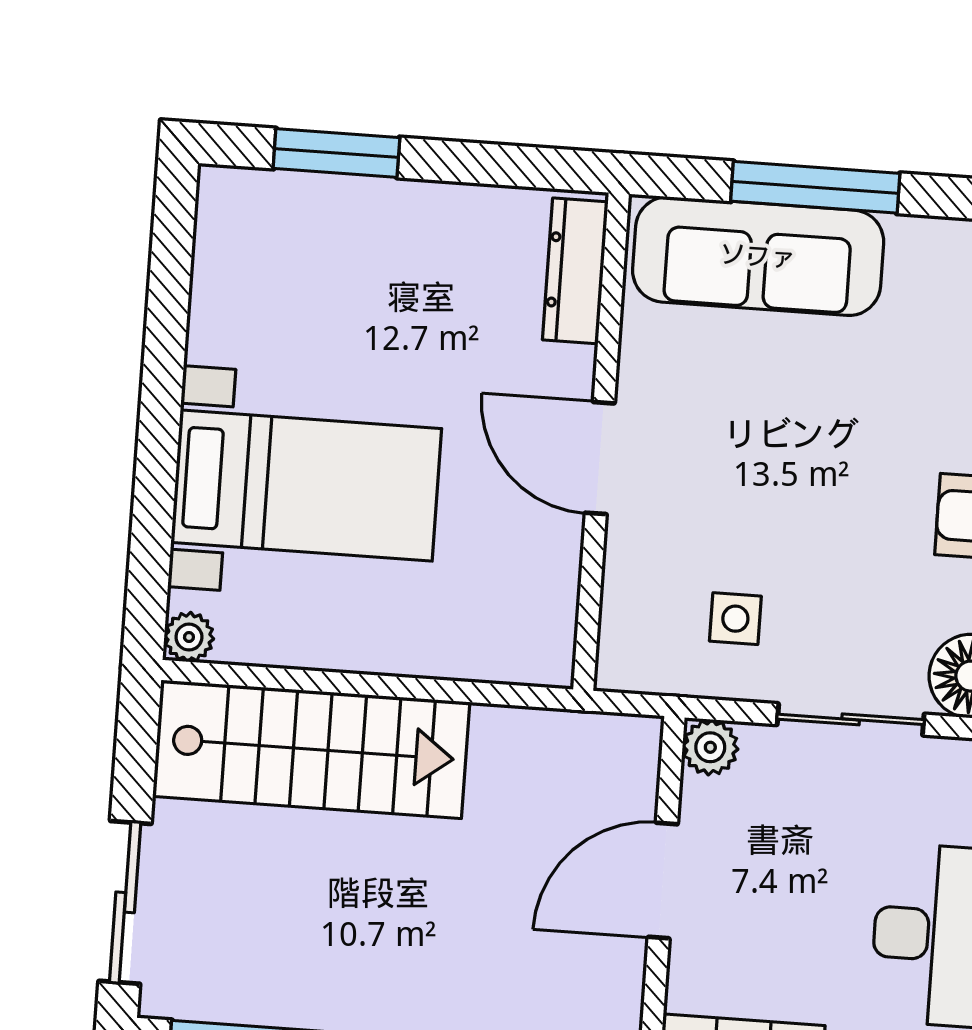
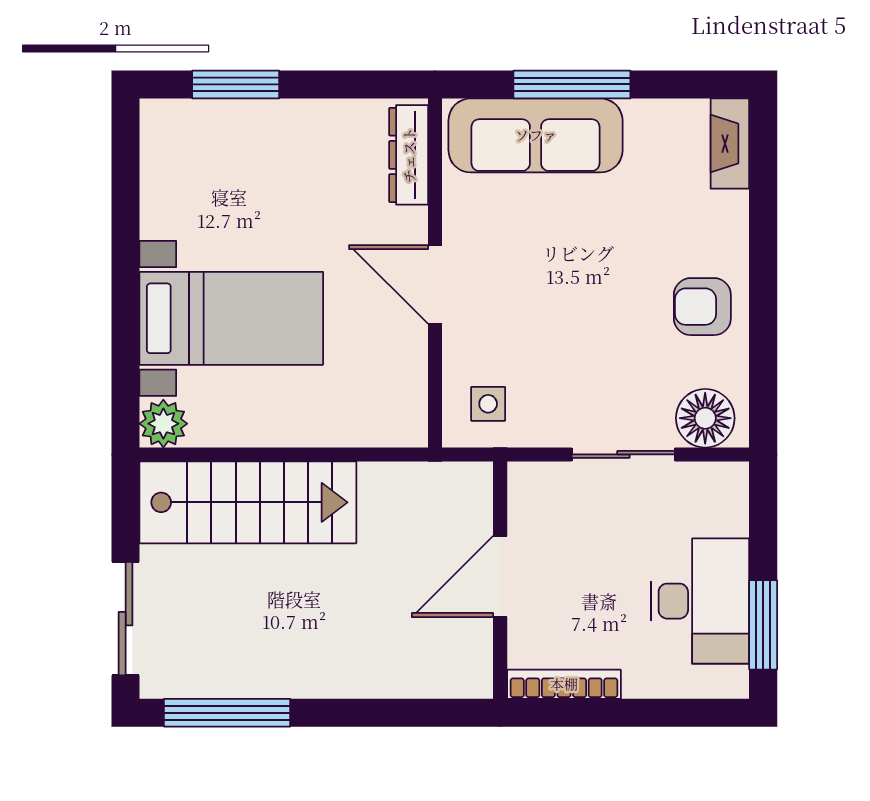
side table: (735, 619) -> (488, 404), moved
plant: (189, 637) -> (163, 424), width x1.38, depth x1.38
plant: (710, 747) -> (527, 481), removed

